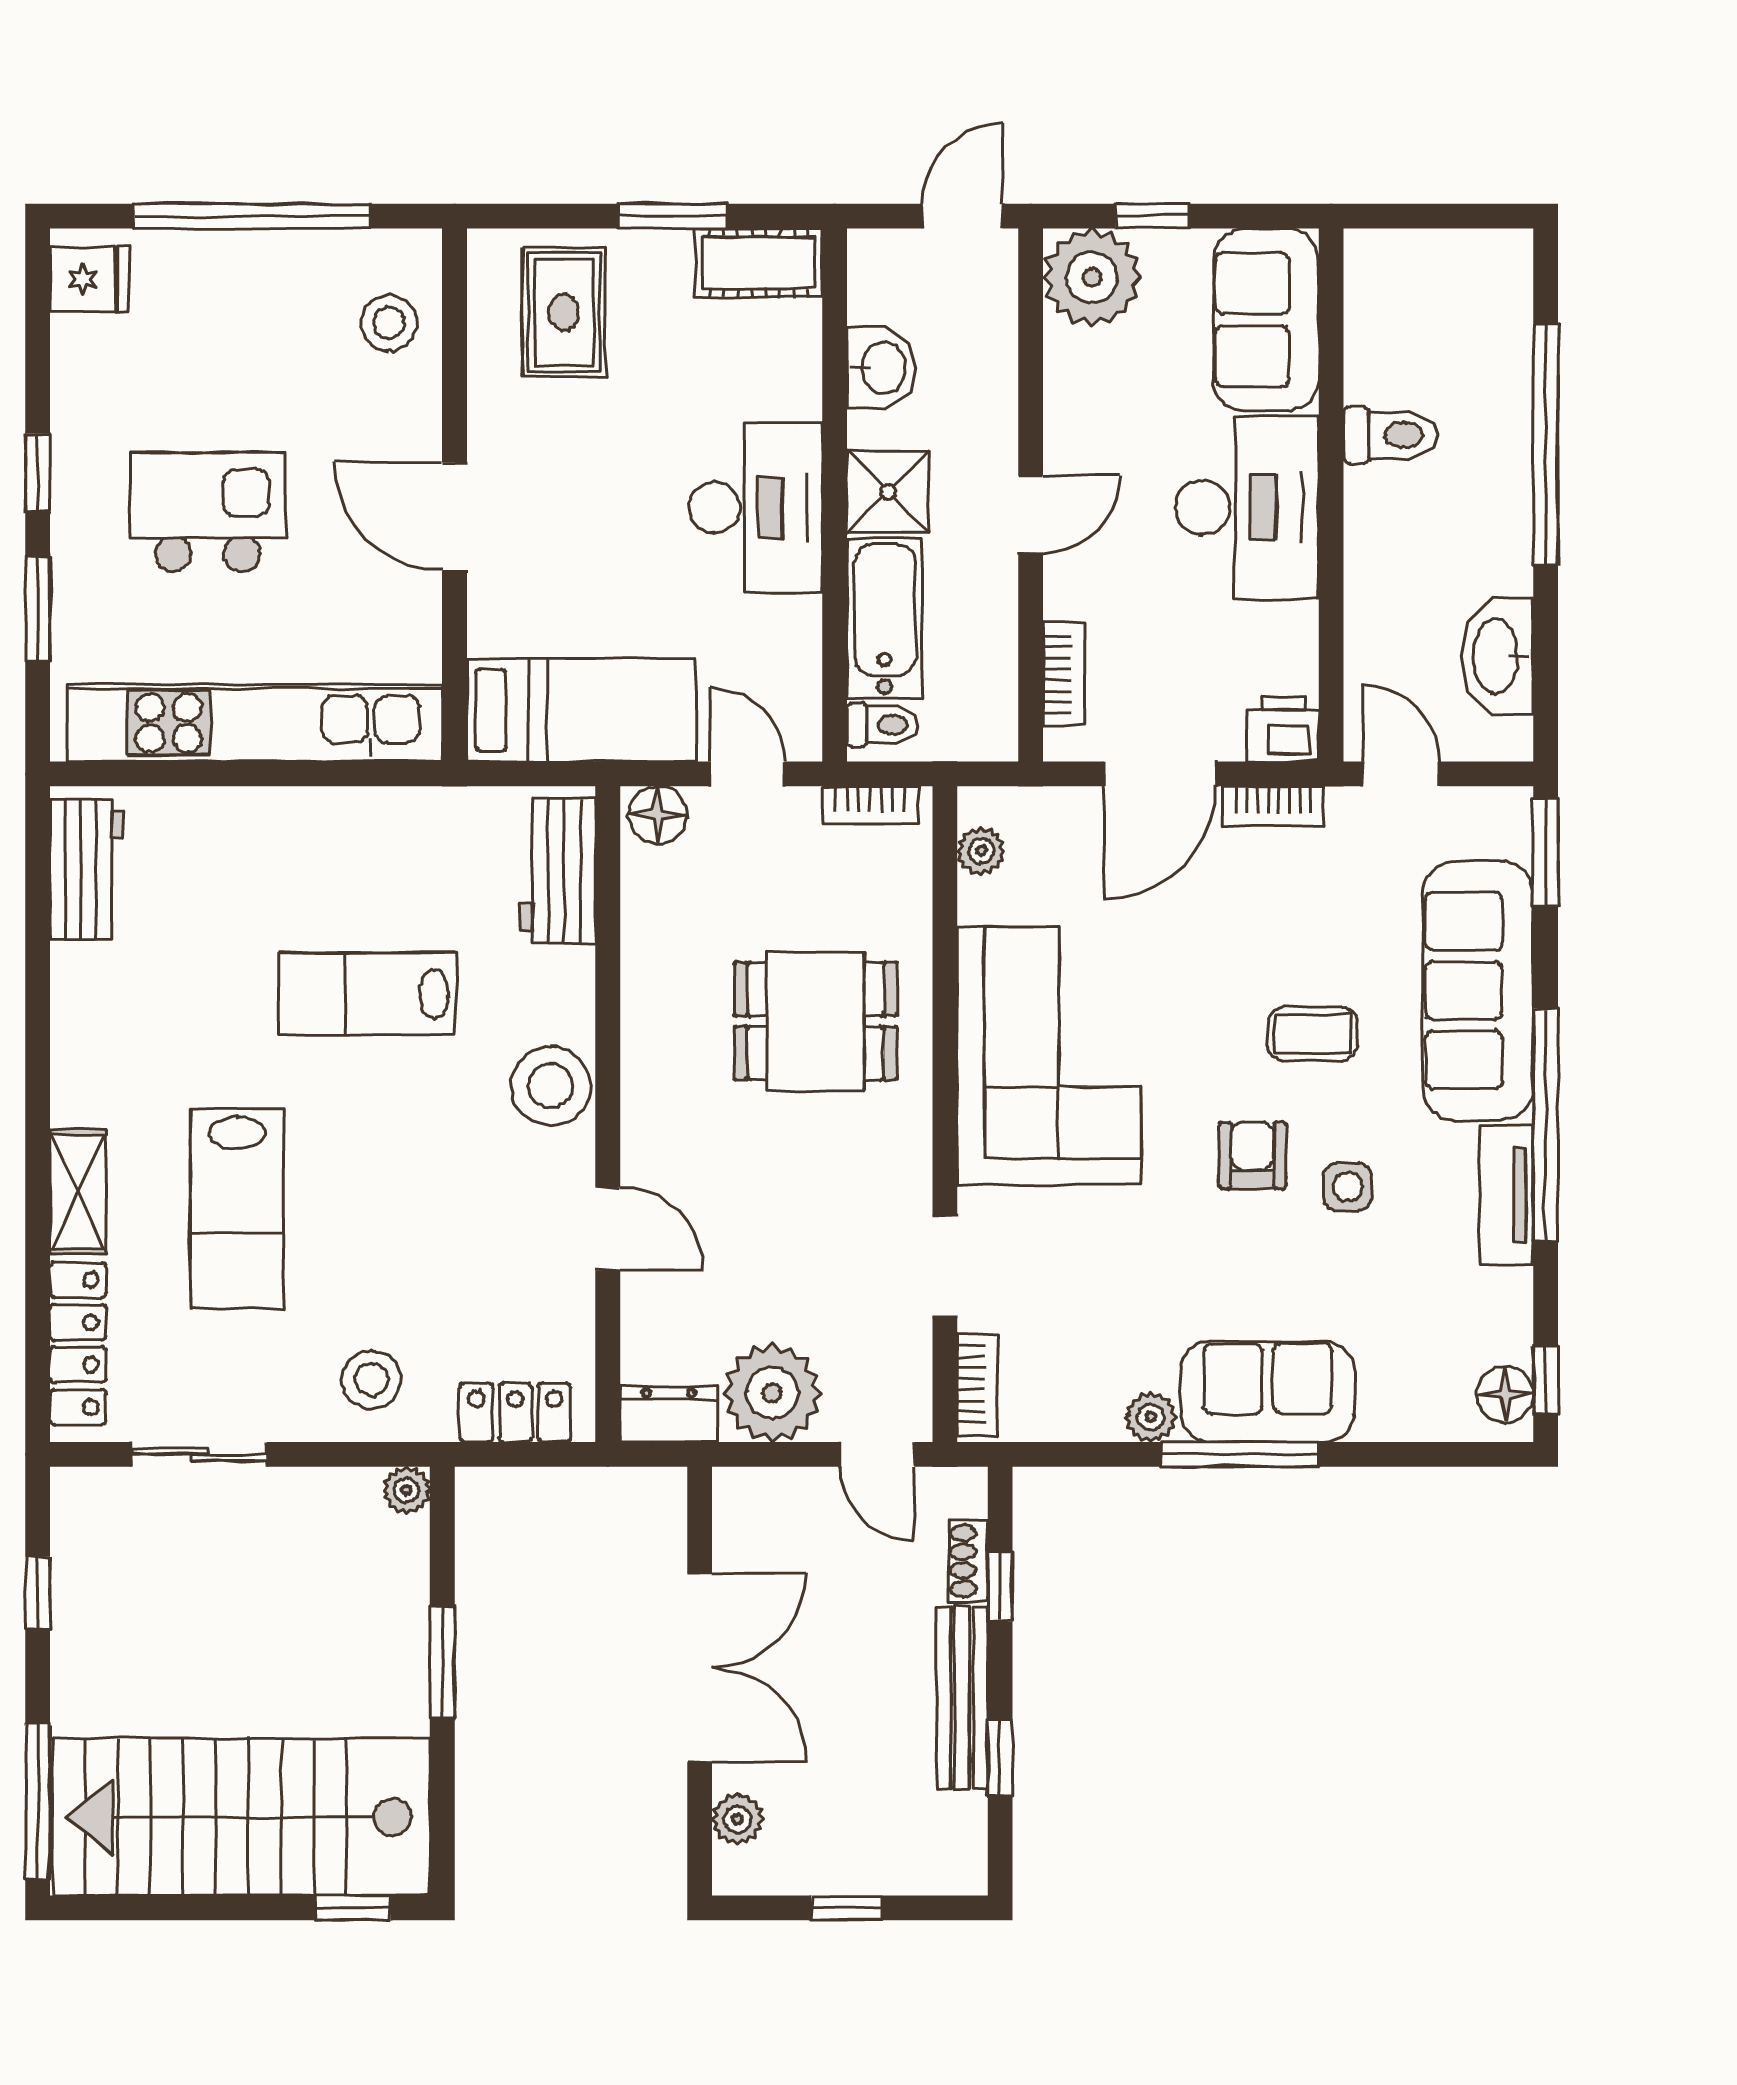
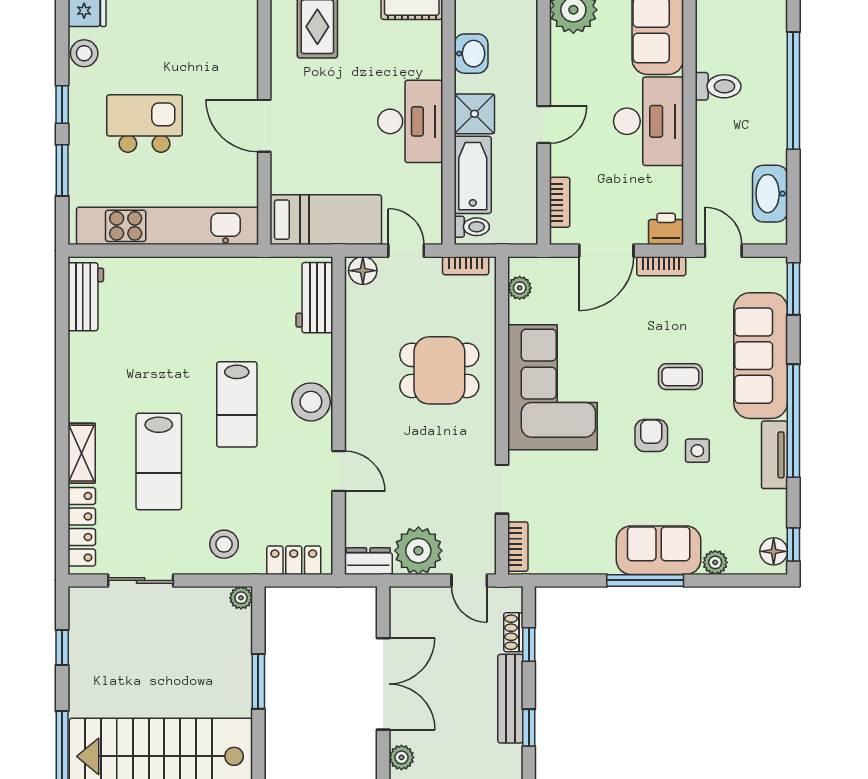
stool: (389, 323) -> (84, 53), moved
lab bench: (367, 994) -> (237, 404), moved, turned -90
plant: (1151, 1417) -> (715, 562), moved

